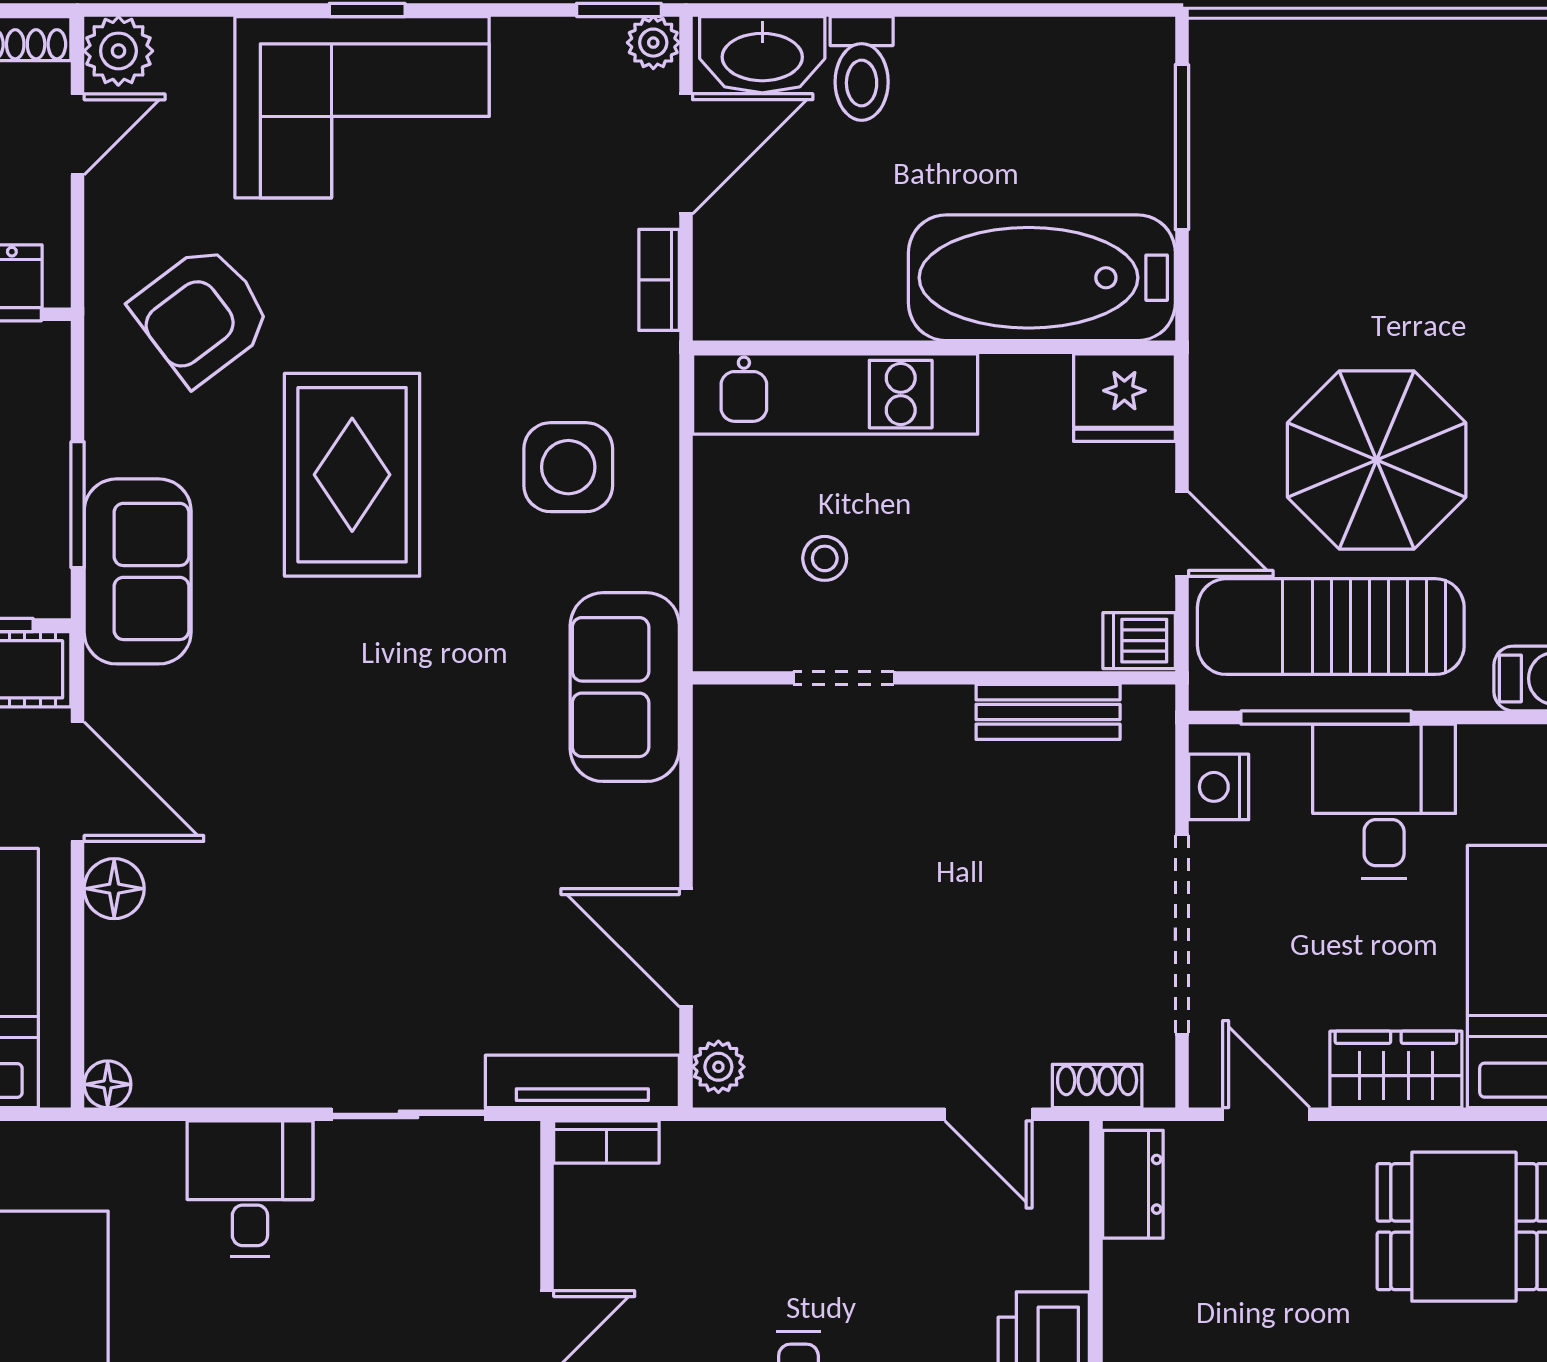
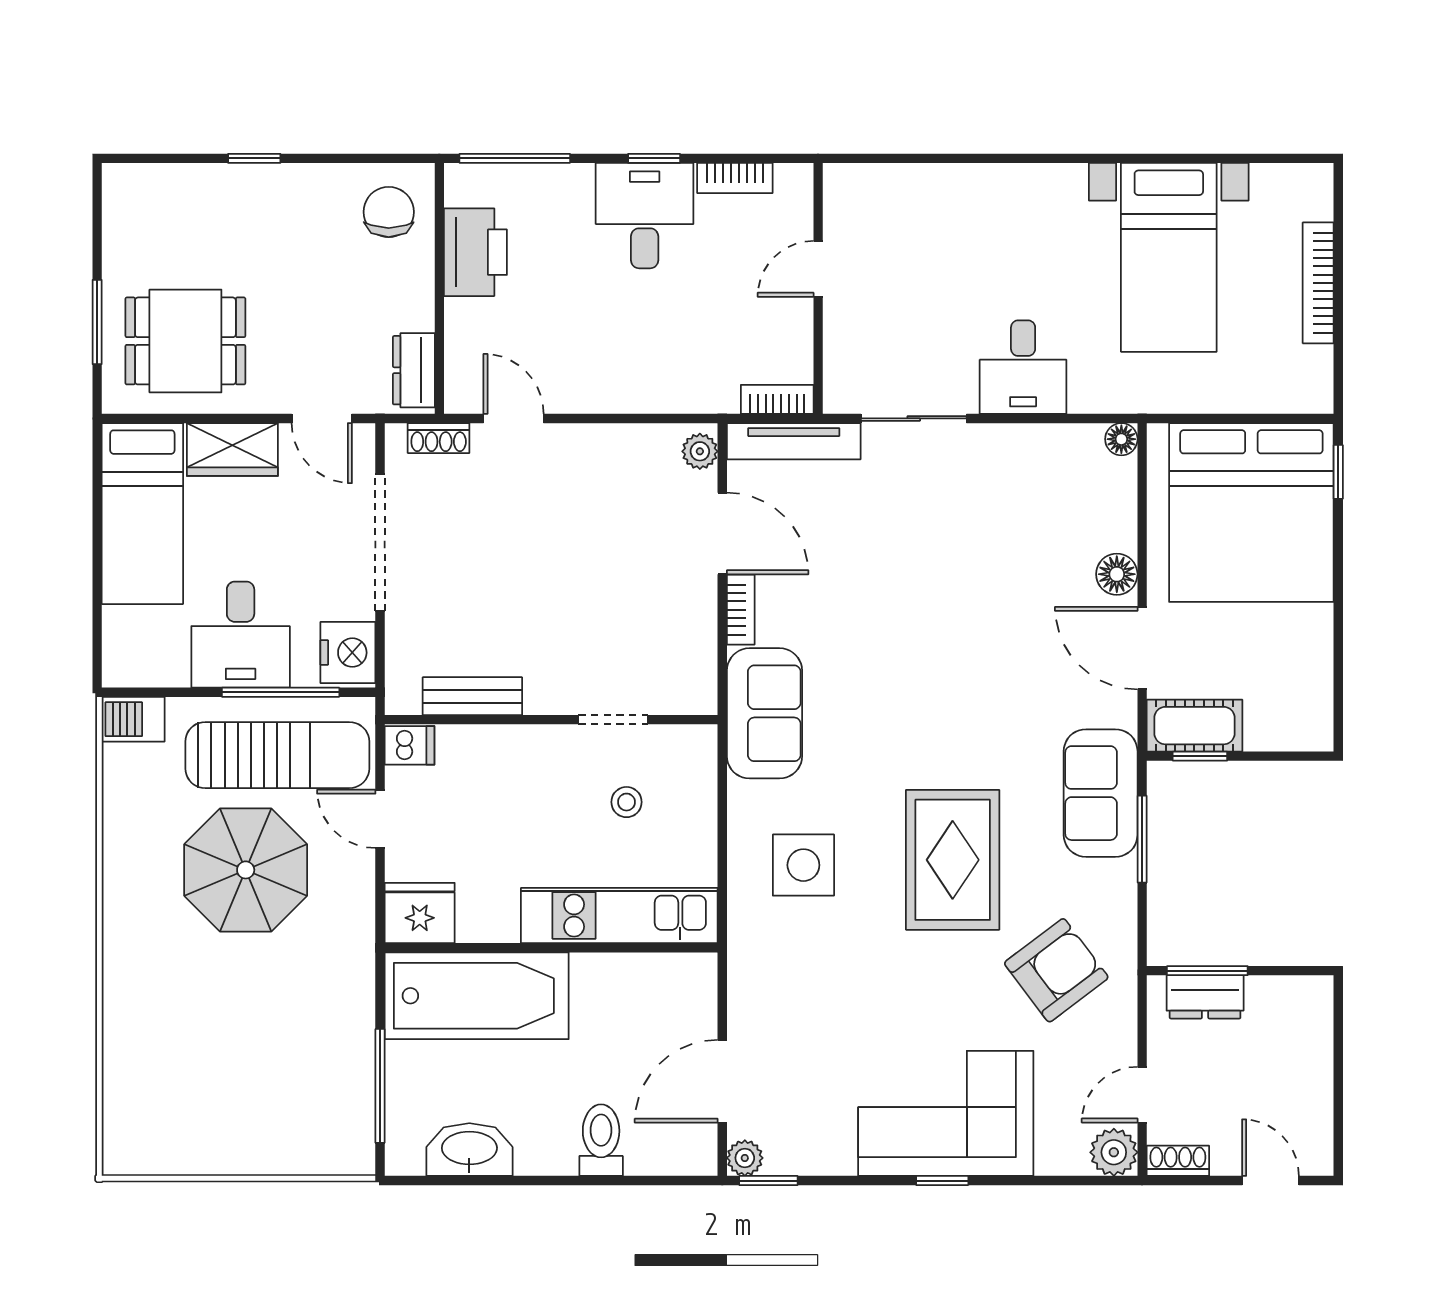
washbasin: (762, 55) -> (469, 1150), moved
bookcase: (659, 280) -> (741, 610), moved
nightstand: (1219, 787) -> (348, 653), width x1.36, depth x1.33

